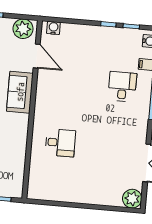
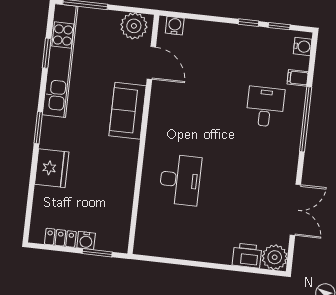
desk: (60, 143) -> (180, 180), width x1.37
printer: (111, 198) -> (247, 256), added

